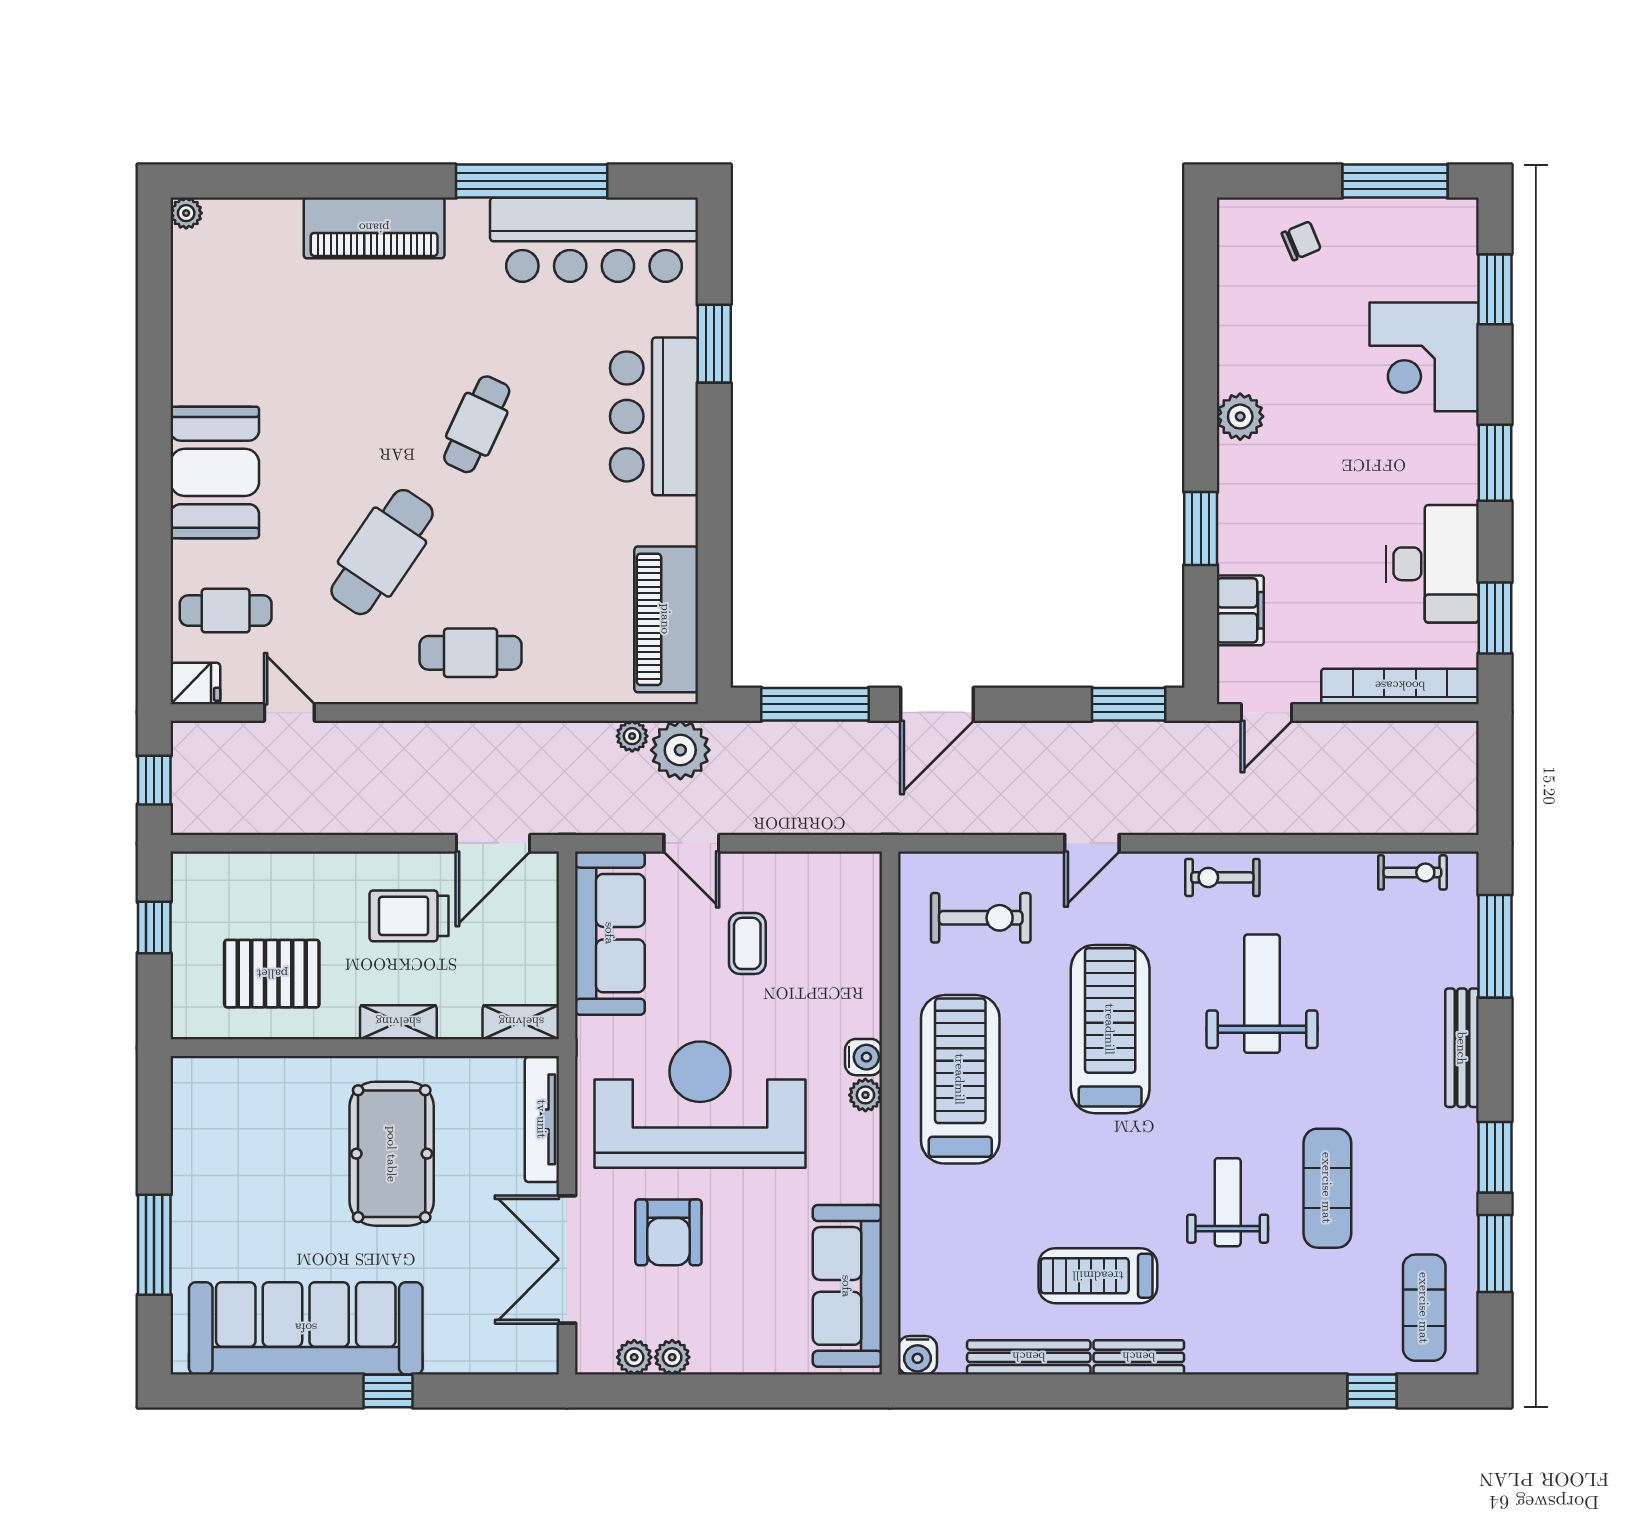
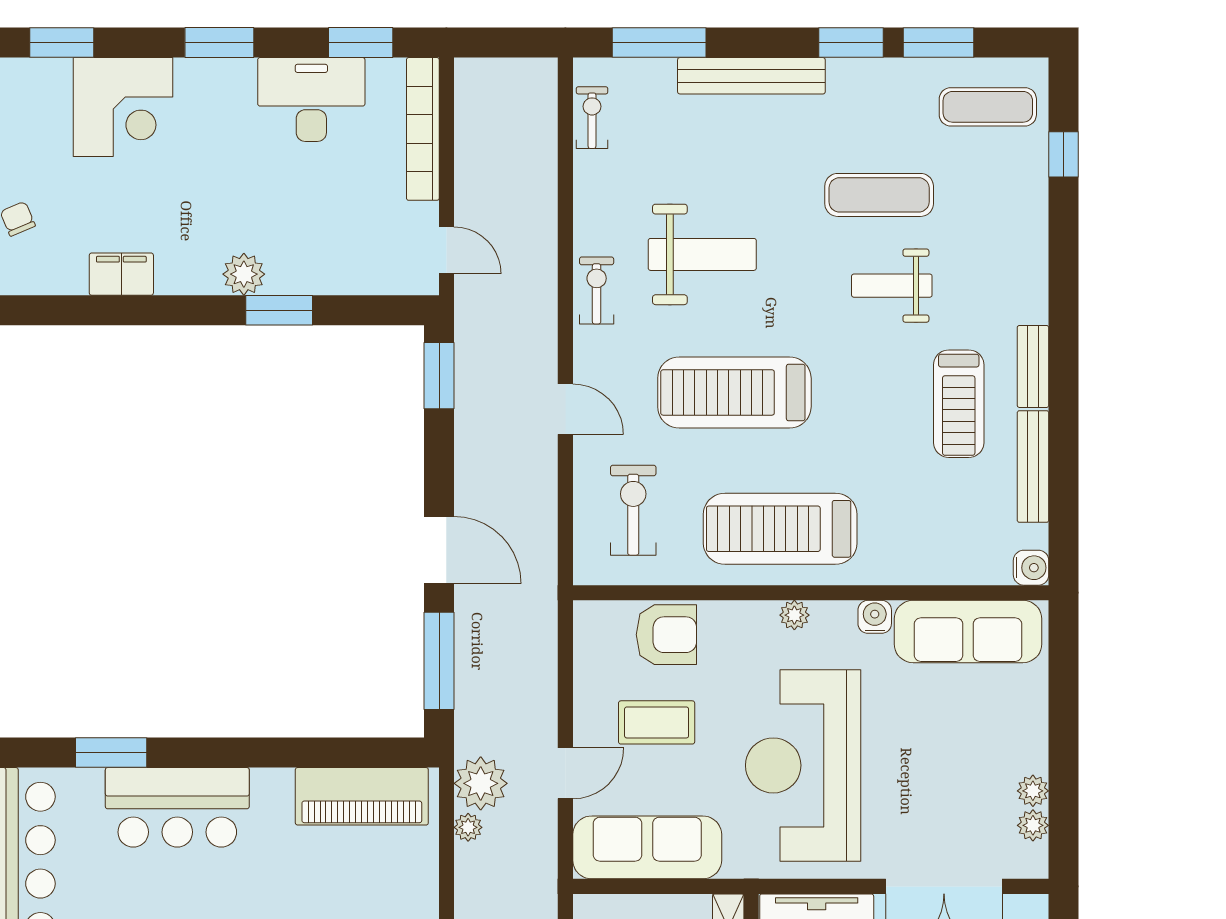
plant: (1240, 417) -> (244, 274), moved
filing cabinet: (1240, 610) -> (121, 274), moved
exercise bike: (1222, 877) -> (597, 290), turned 180
coffee table: (747, 943) -> (657, 722), width x1.36, depth x1.30
weight bench: (1262, 994) -> (702, 254), turned 180
bench: (1462, 1048) -> (751, 76), width x1.37, depth x1.21
water cooler: (863, 1057) -> (875, 617), moved
armchair: (668, 1232) -> (666, 635), moved

